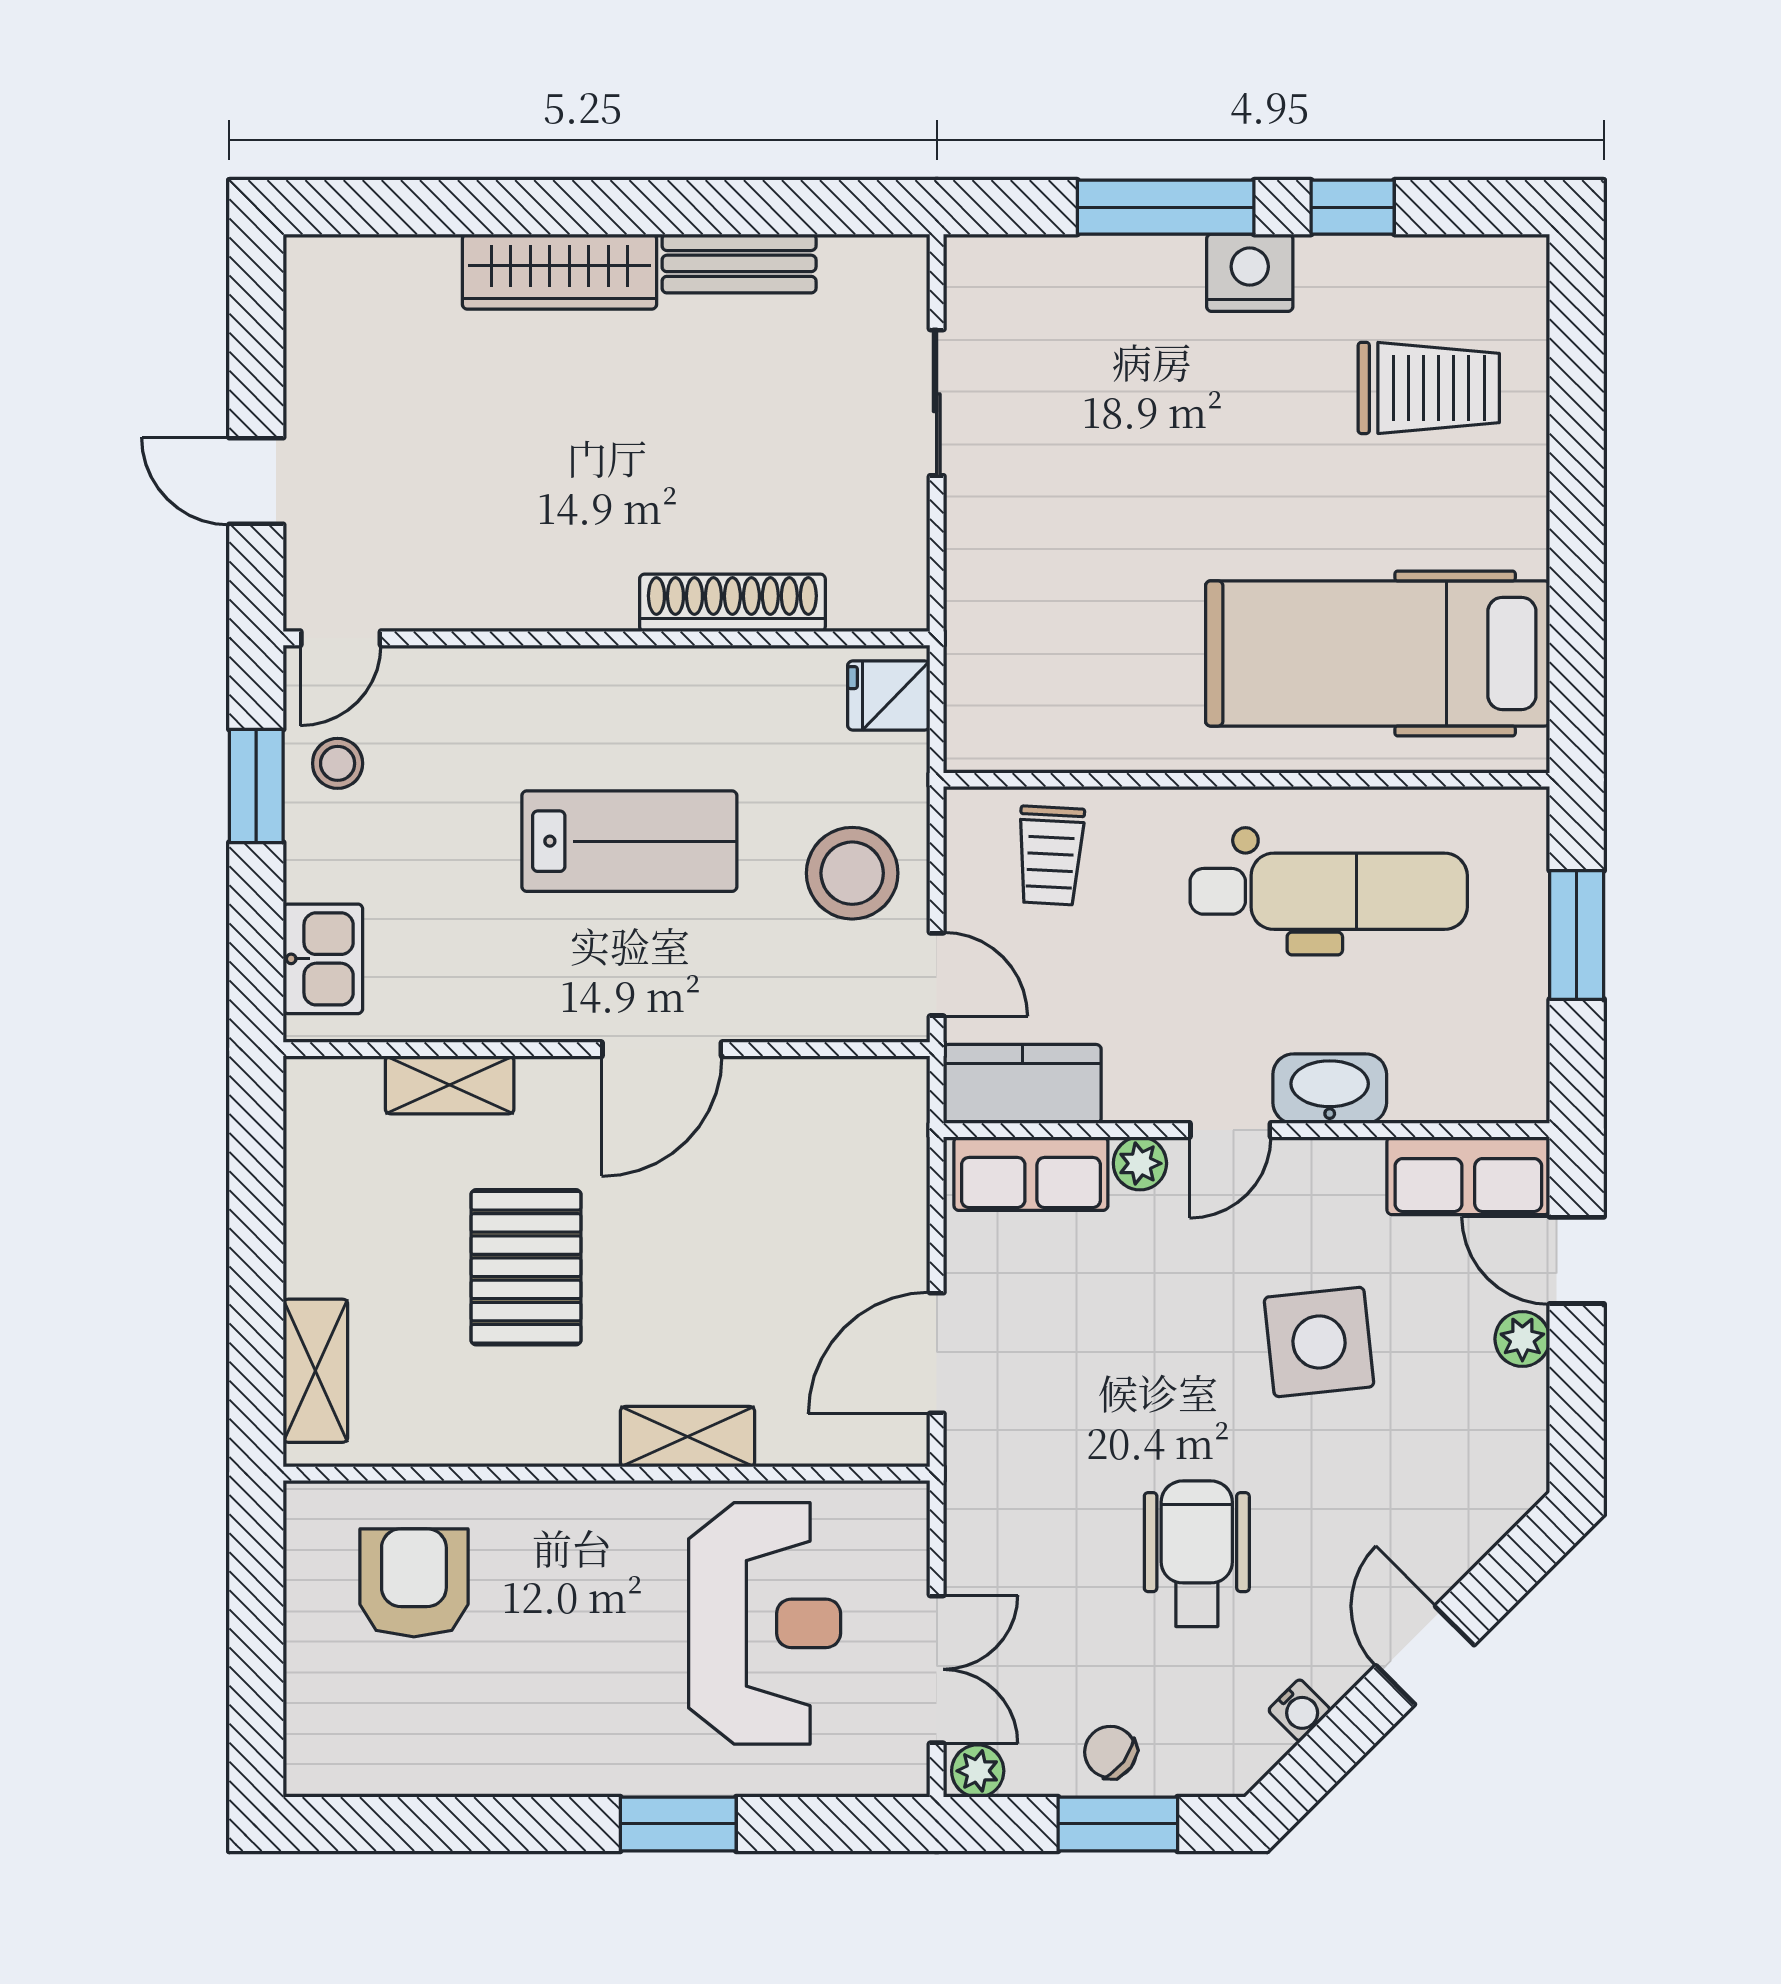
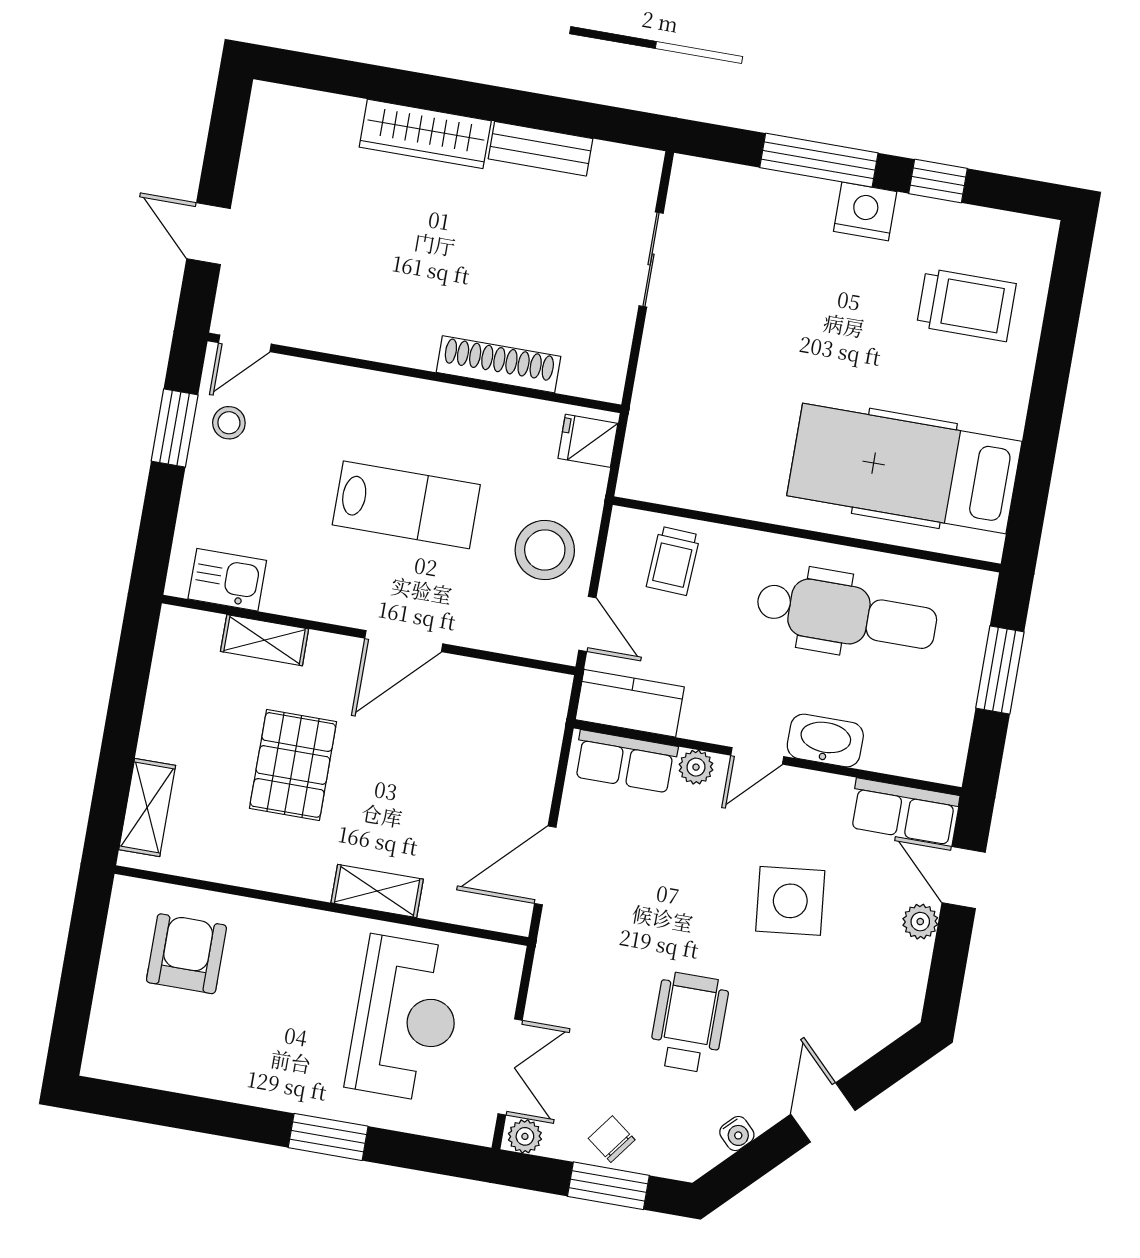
kitchen sink: (323, 959) -> (227, 580), moved, turned -90

